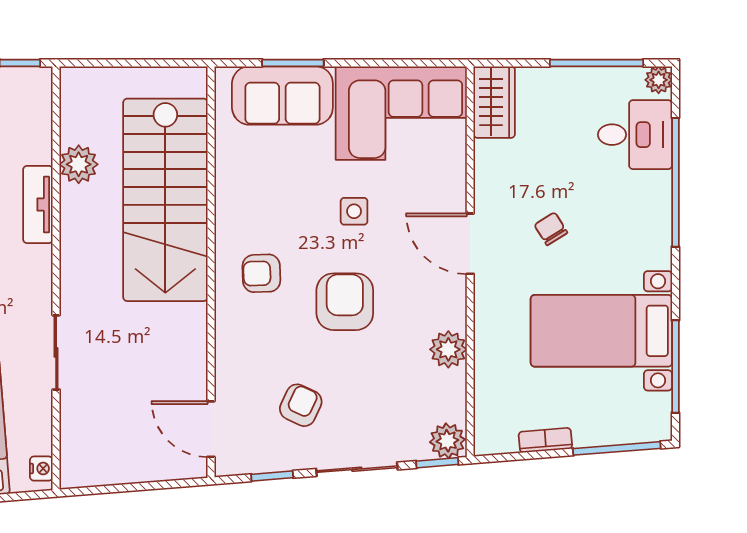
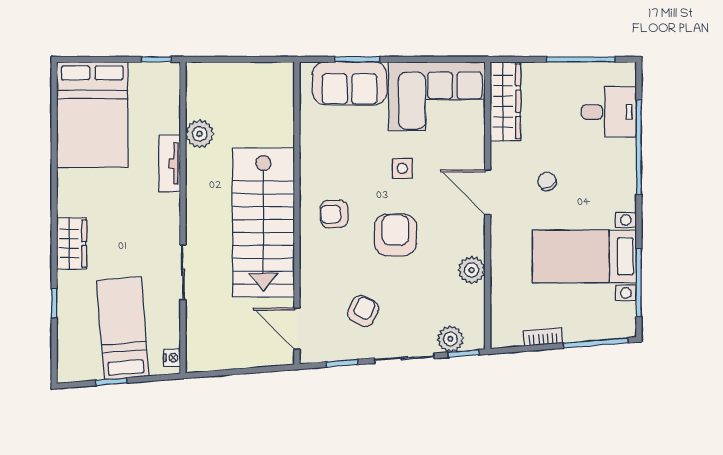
plant: (659, 80) -> (626, 72), removed
wardrobe: (494, 102) -> (505, 101), width x1.50
stairs: (165, 200) -> (263, 223), moved
plant: (447, 441) -> (450, 339), moved

